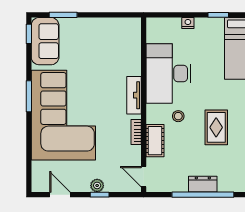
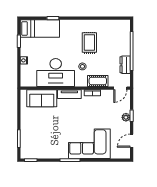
sofa: (45, 41) -> (42, 98), moved, turned 180
corner sofa: (63, 115) -> (89, 144), width x0.73, depth x0.74
rug: (216, 127) -> (89, 43), turned 90
dresser: (203, 184) -> (125, 65), moved

